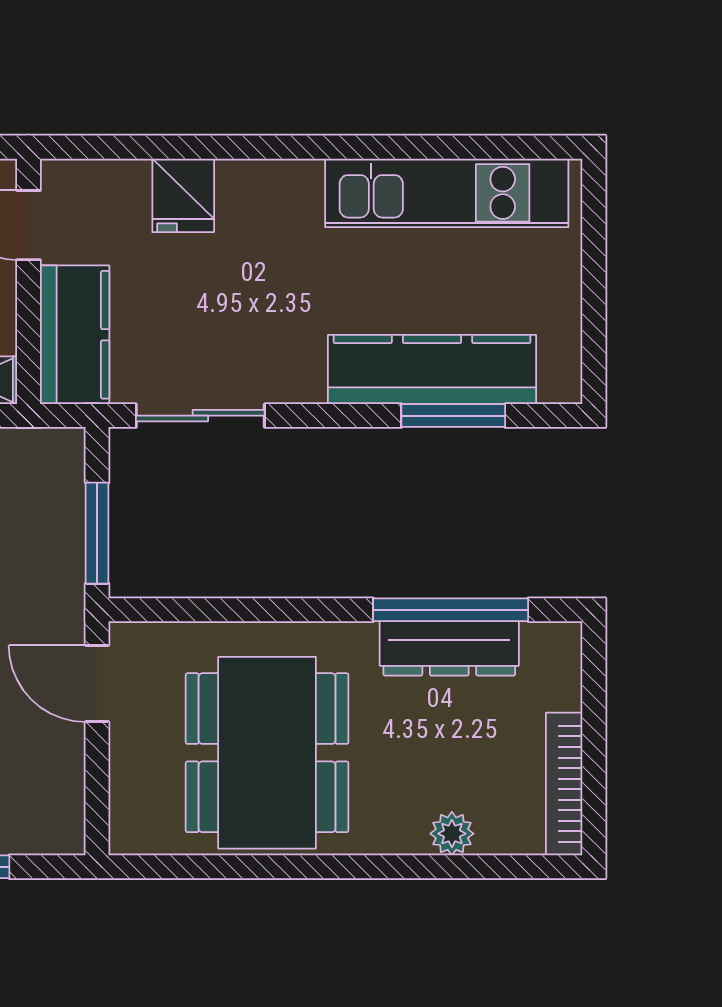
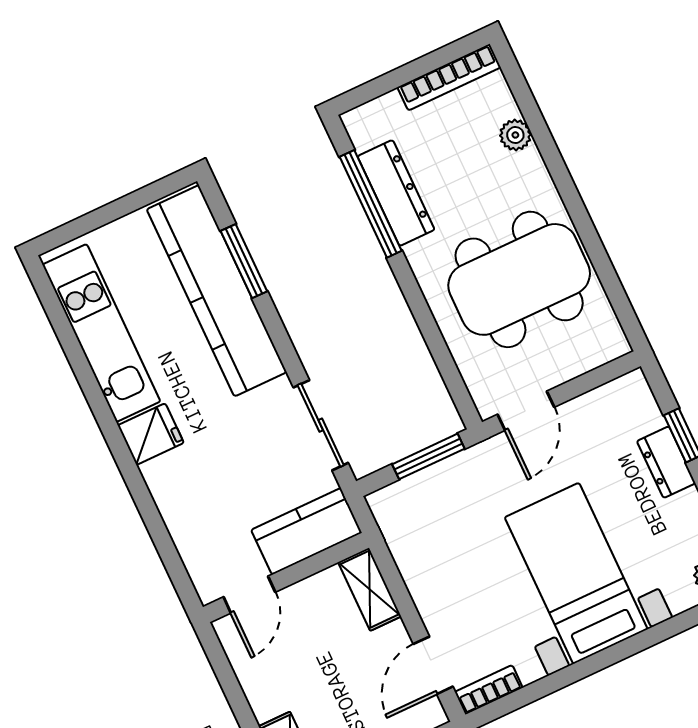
fridge: (183, 195) -> (151, 434), moved
kitchen counter: (432, 369) -> (217, 291), width x1.39, depth x1.17

